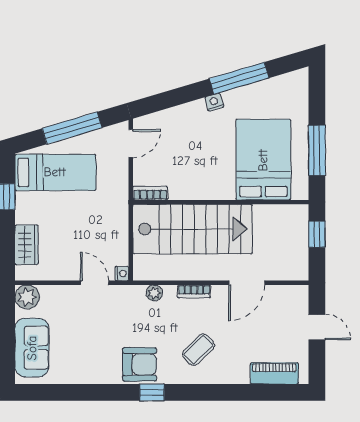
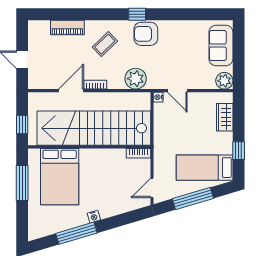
stairs: (193, 229) -> (94, 128), width x1.36
bookcase: (194, 291) -> (95, 85), moved
plant: (154, 293) -> (136, 79), width x1.87, depth x1.87
piano: (274, 373) -> (67, 27), moved

